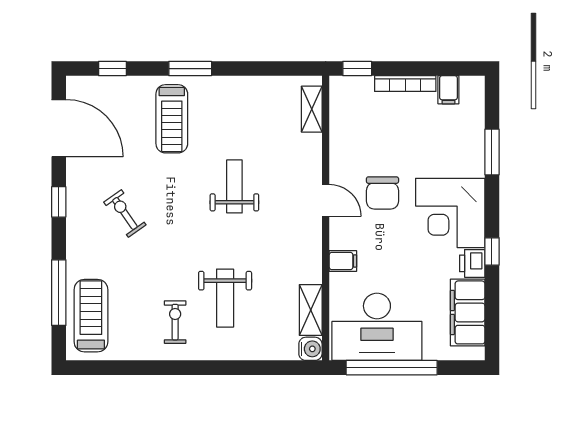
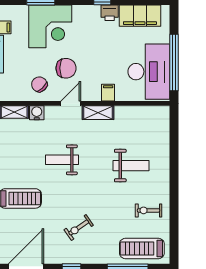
chair: (356, 150) -> (39, 84), added
corner desk: (450, 213) -> (50, 26), moved
shelving: (311, 310) -> (98, 113), moved
exercise bike: (175, 322) -> (148, 210), moved
water cooler: (310, 349) -> (37, 113), moved

